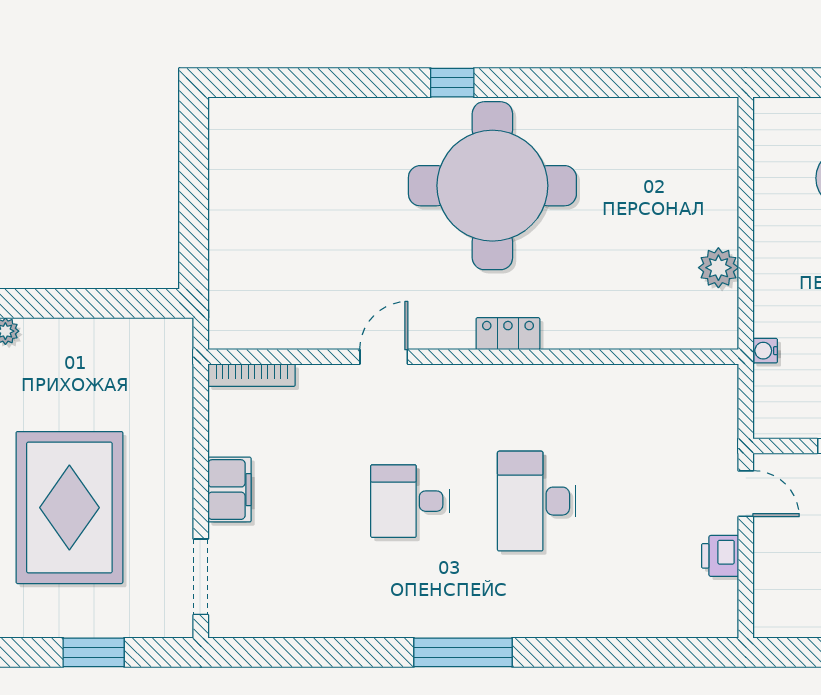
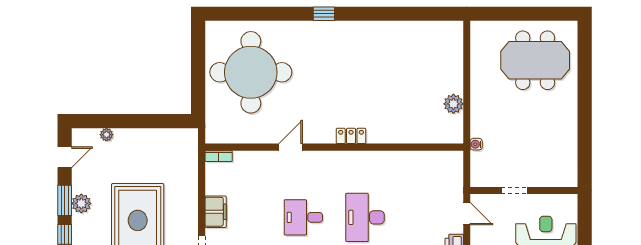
round table: (492, 186) -> (251, 72), moved
bookcase: (252, 375) -> (219, 156), width x0.64

